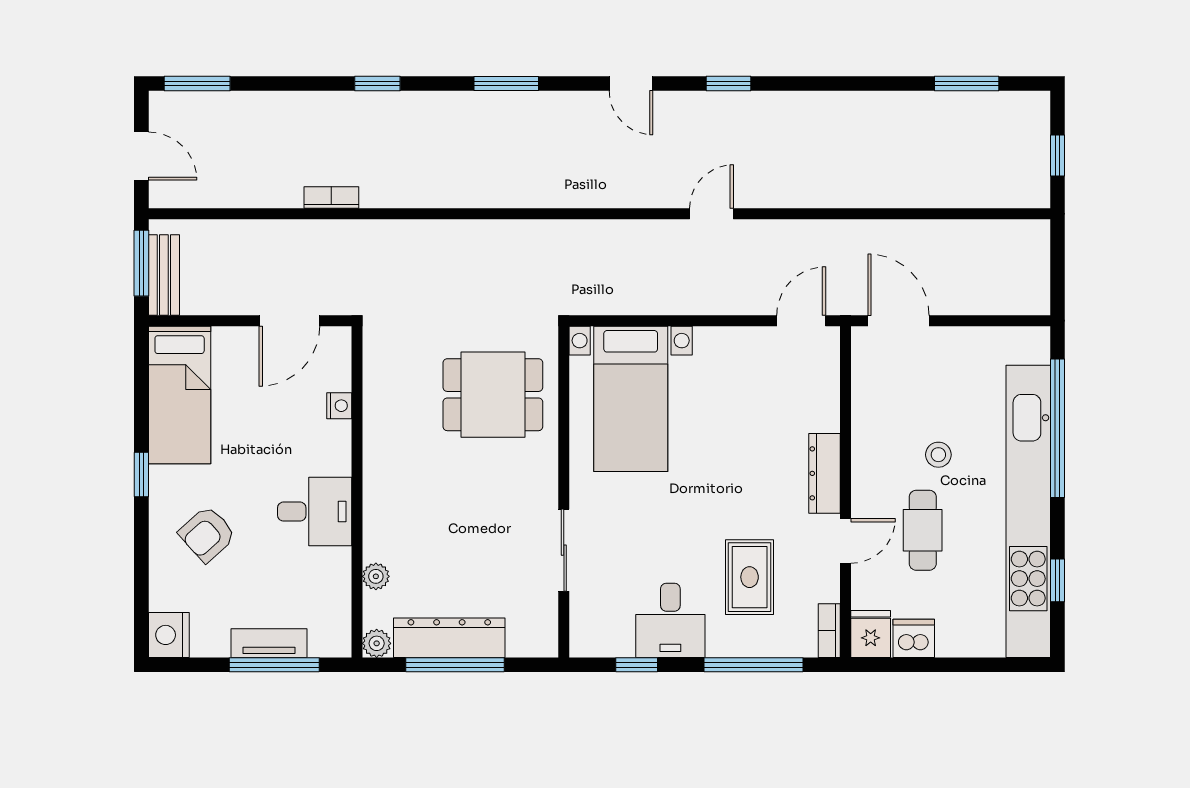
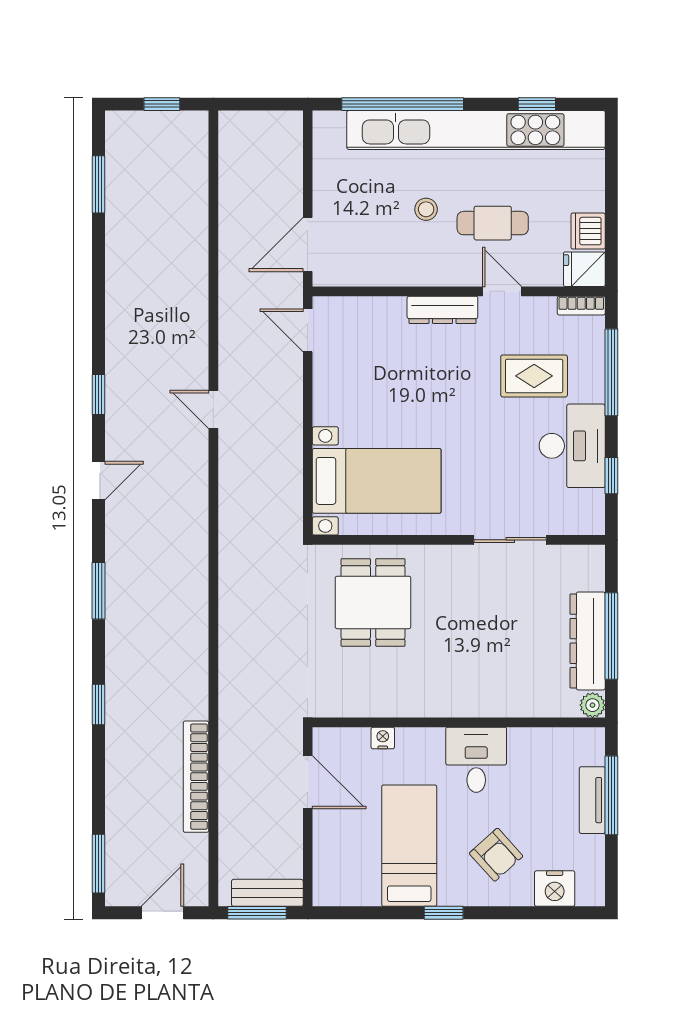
bookcase: (331, 197) -> (196, 777), width x2.31, depth x1.31
bed: (180, 395) -> (409, 846), moved, turned -90
plant: (376, 576) -> (533, 706), removed
desk: (670, 620) -> (572, 446), width x1.37
nightstand: (169, 635) -> (555, 889), moved

